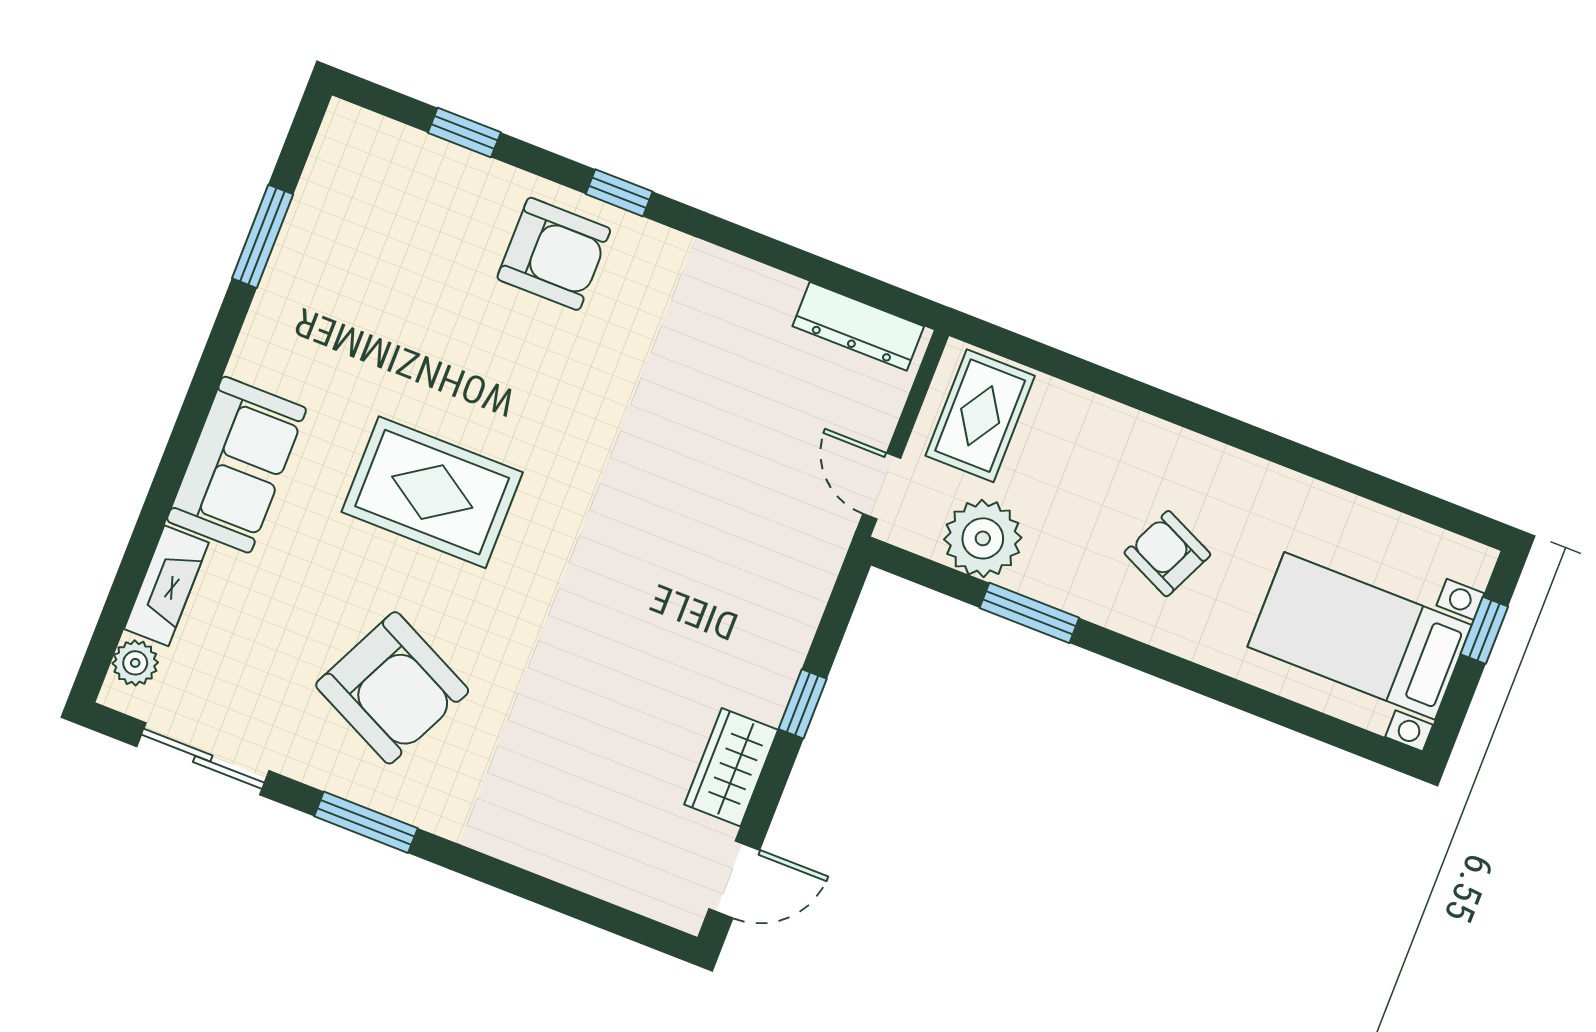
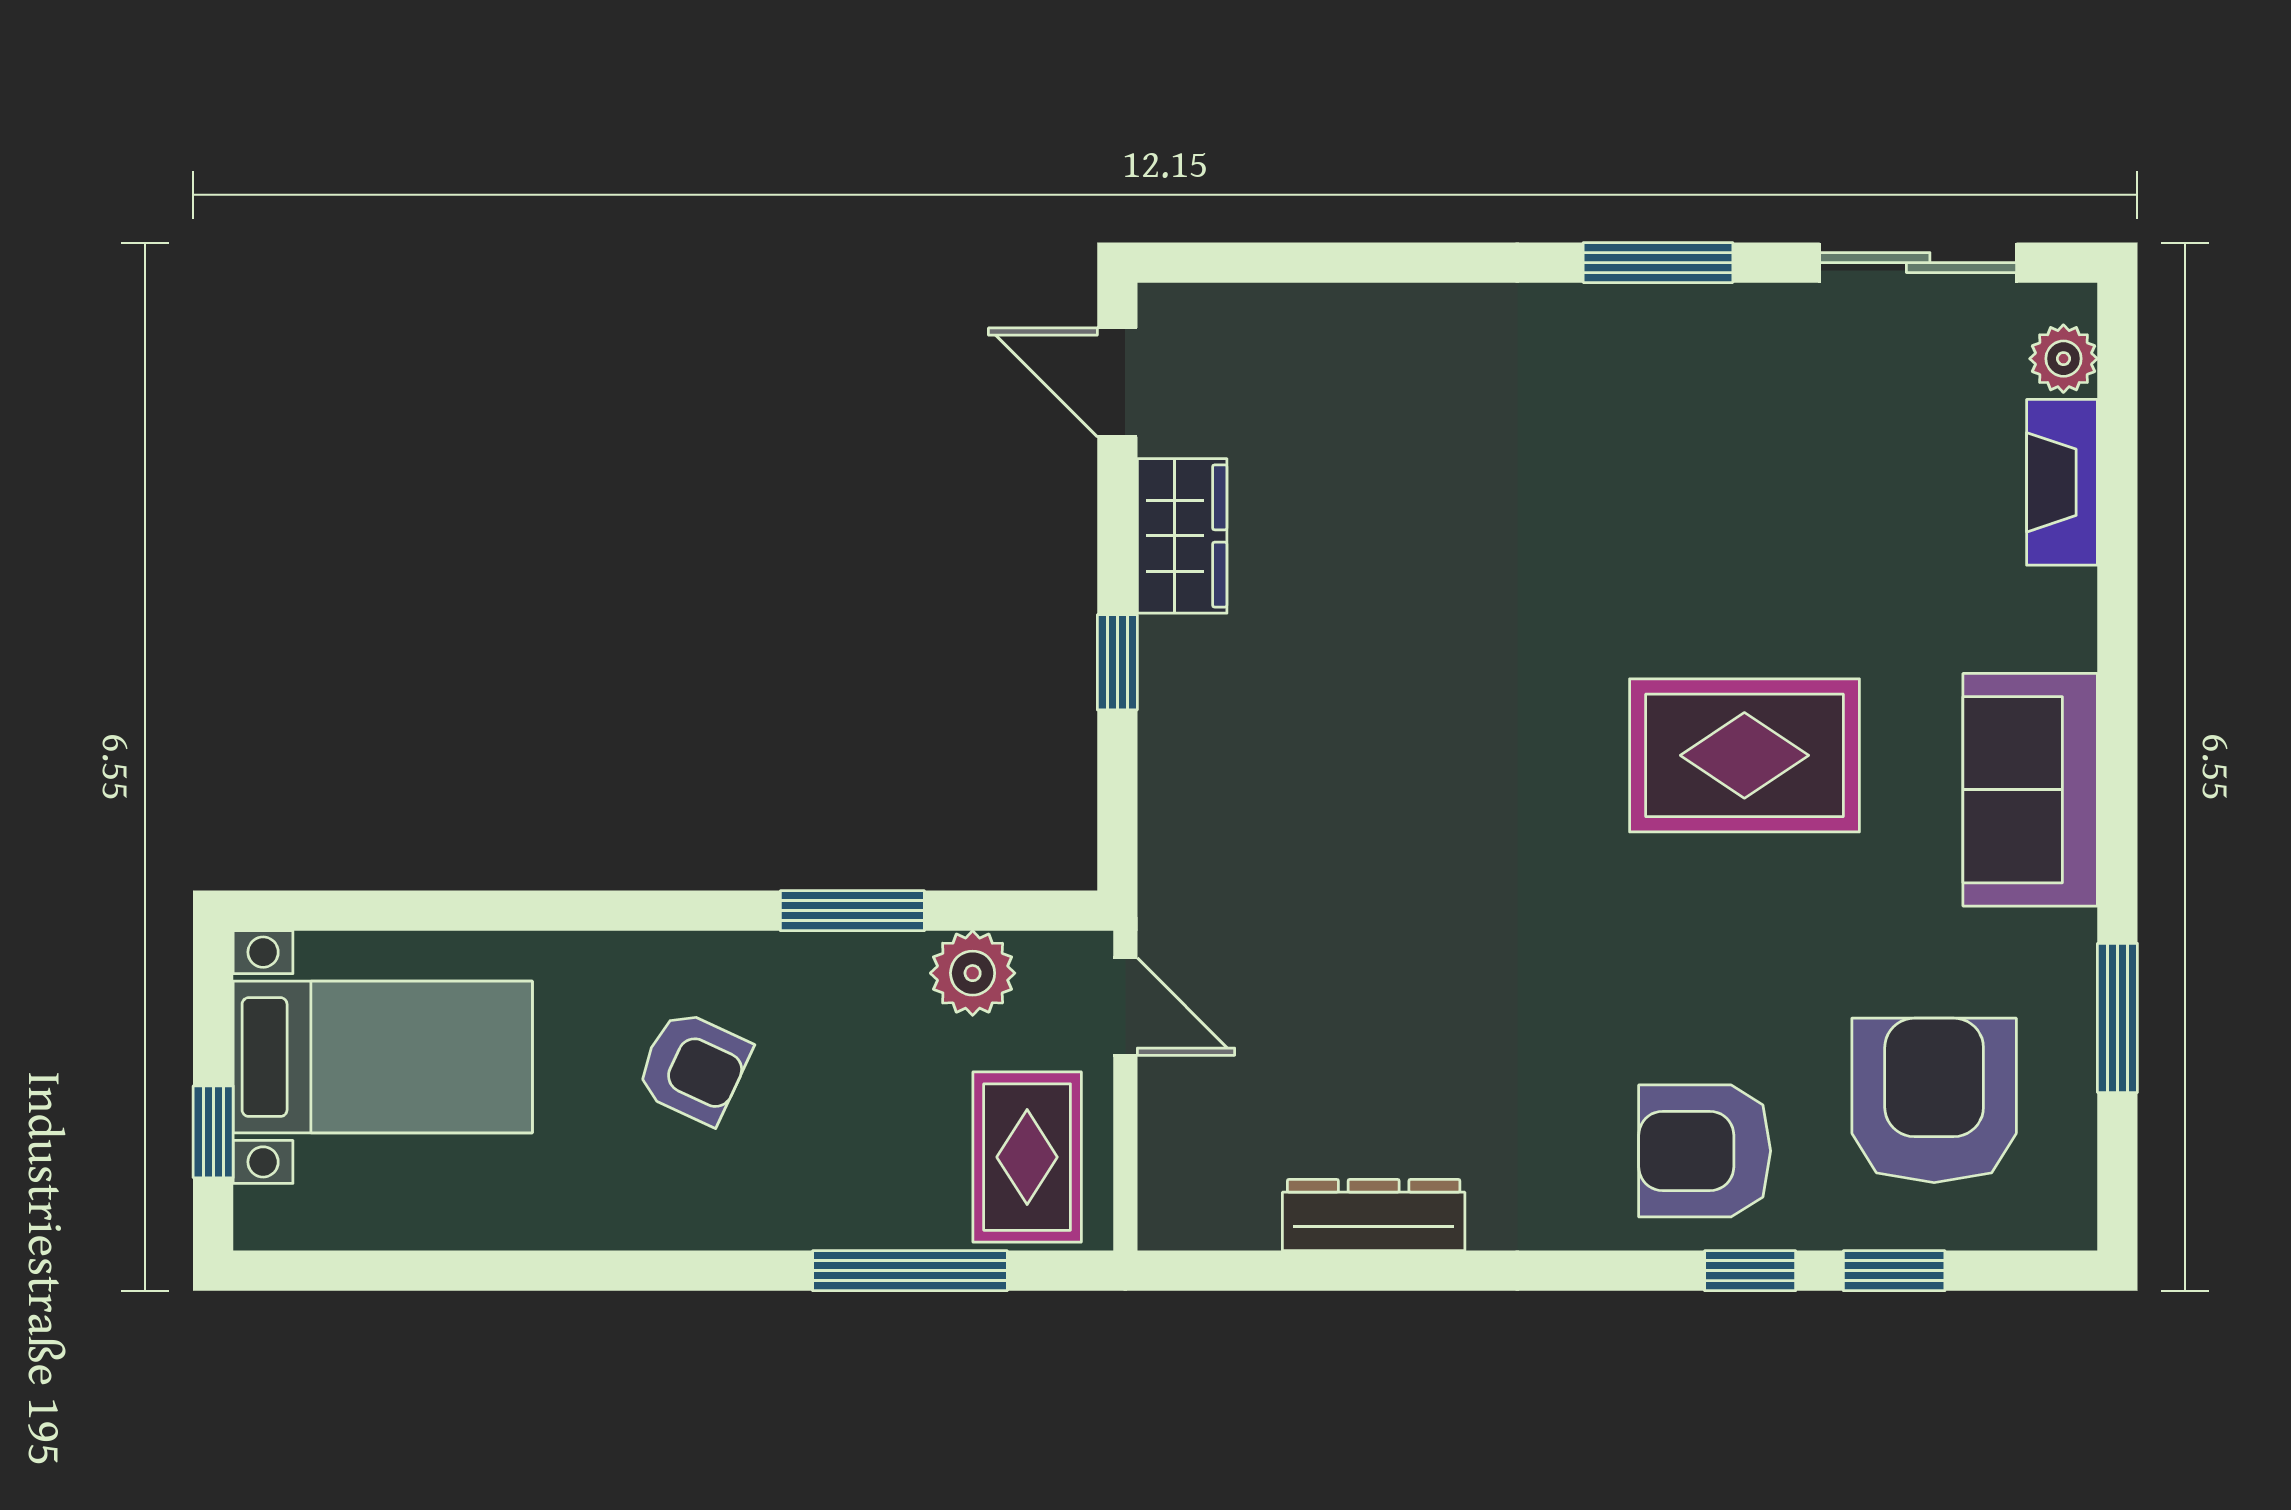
window: (619, 193) -> (1750, 1271), moved
dresser: (858, 326) -> (1374, 1215), moved
window: (1081, 373) -> (910, 1271), added
sofa: (237, 465) -> (2030, 790), moved
plant: (983, 538) -> (973, 973), width x0.73, depth x0.73
armchair: (392, 688) -> (1934, 1100), moved, turned 64
door: (734, 879) -> (1117, 382), hinge flipped

